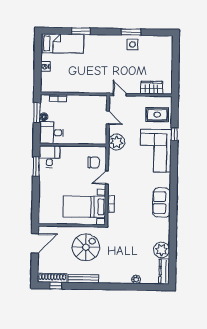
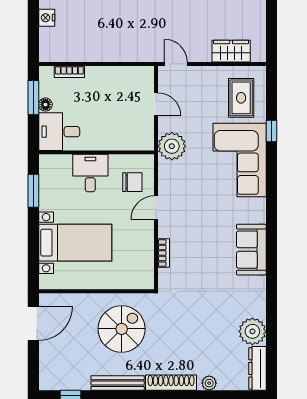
rug: (157, 115) -> (241, 98), turned 90
desk: (49, 157) -> (90, 173), moved
bed with nightstands: (84, 207) -> (75, 243), moved, turned 180
shoe rack: (52, 278) -> (171, 383), moved

